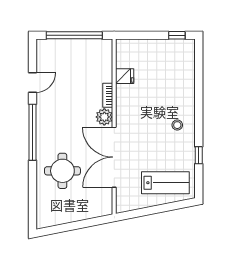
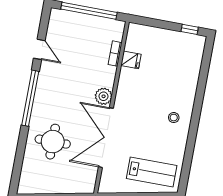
door: (32, 82) -> (39, 49), hinge flipped
bookcase: (108, 95) -> (115, 54), moved
window: (199, 155) -> (189, 151), removed

